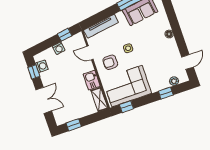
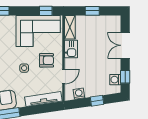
window: (65, 35) -> (97, 101), moved
washing machine: (59, 48) -> (79, 94), moved
door: (90, 53) -> (63, 77), hinge flipped
window: (74, 125) -> (92, 11), moved

